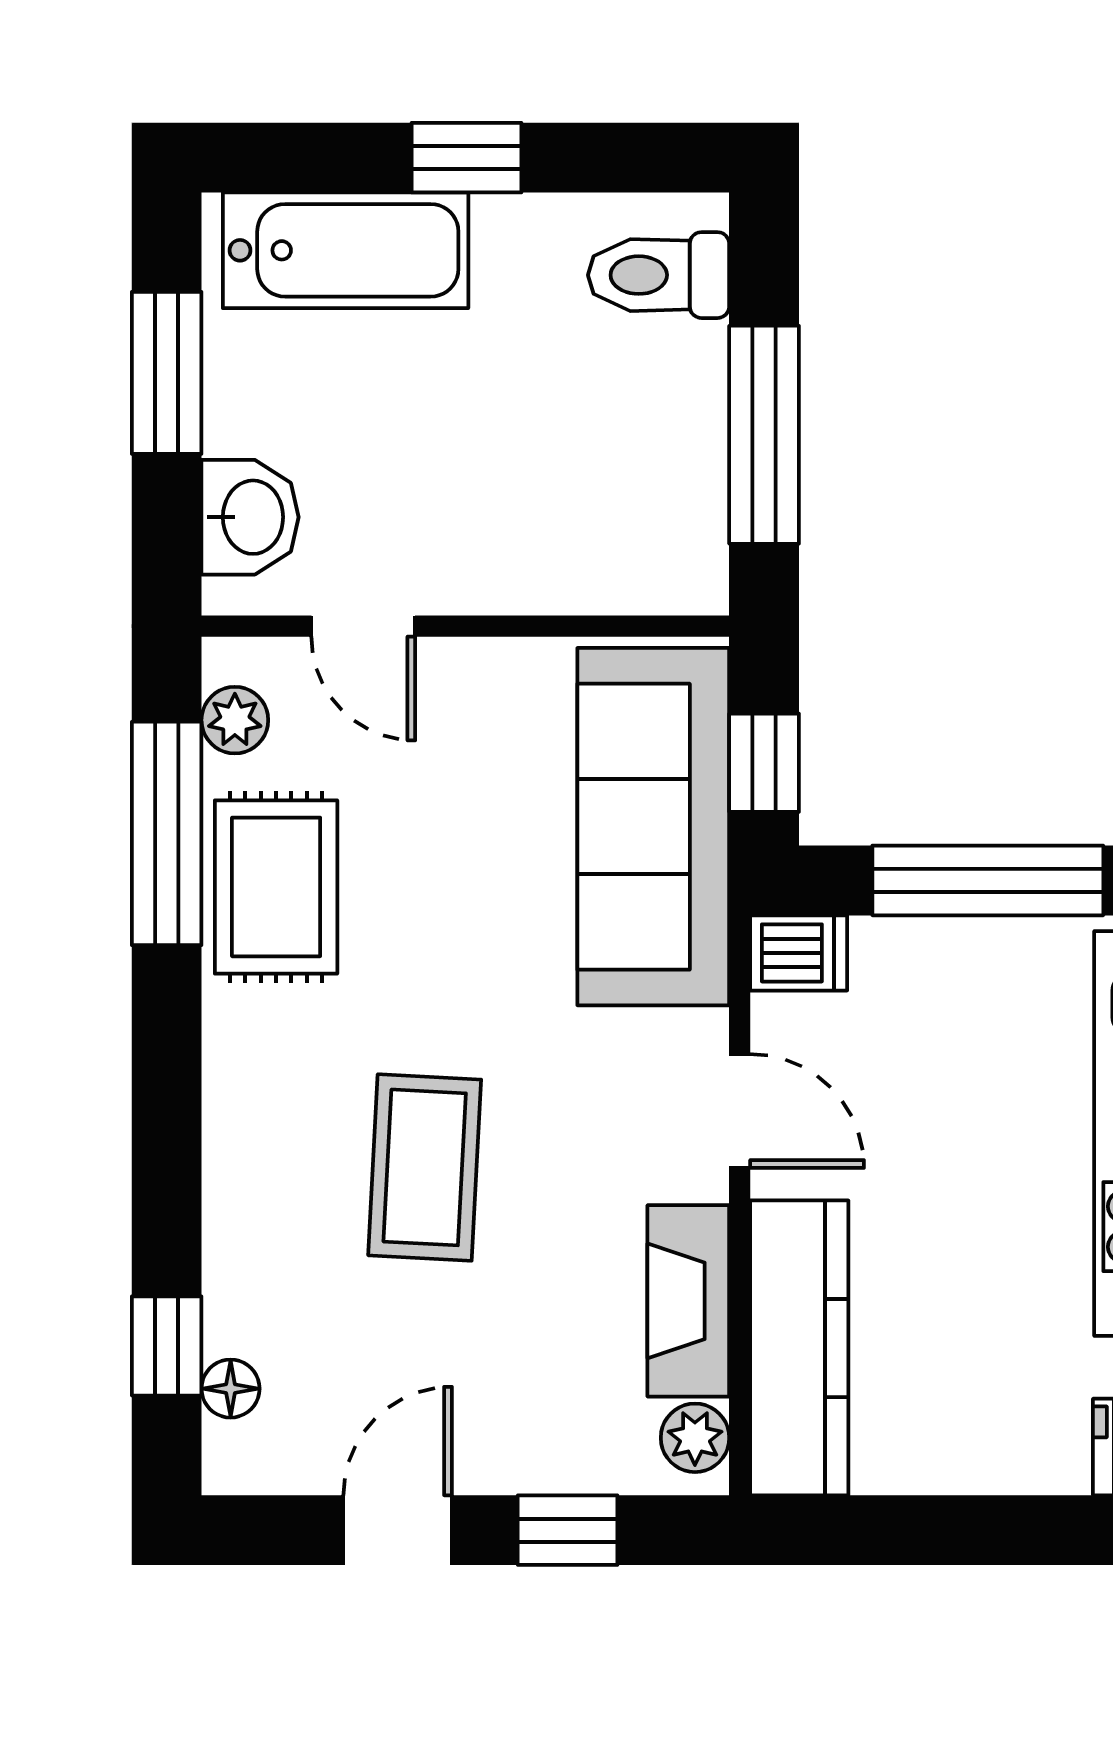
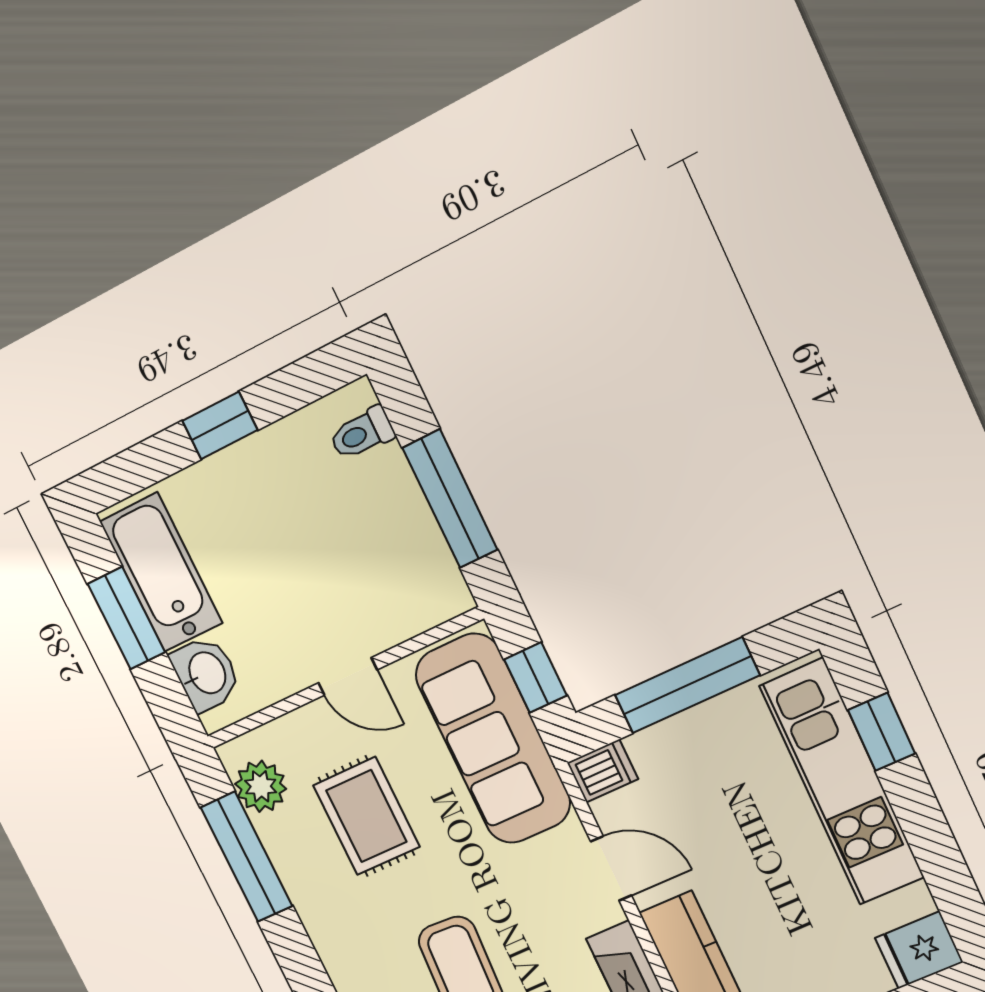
bathtub: (346, 250) -> (161, 572), moved, turned -90
toilet: (659, 275) -> (362, 433), width x0.73, depth x0.72
door: (363, 626) -> (348, 676), moved
plant: (235, 720) -> (261, 786), width x1.38, depth x1.38
rug: (276, 887) -> (366, 816), moved

